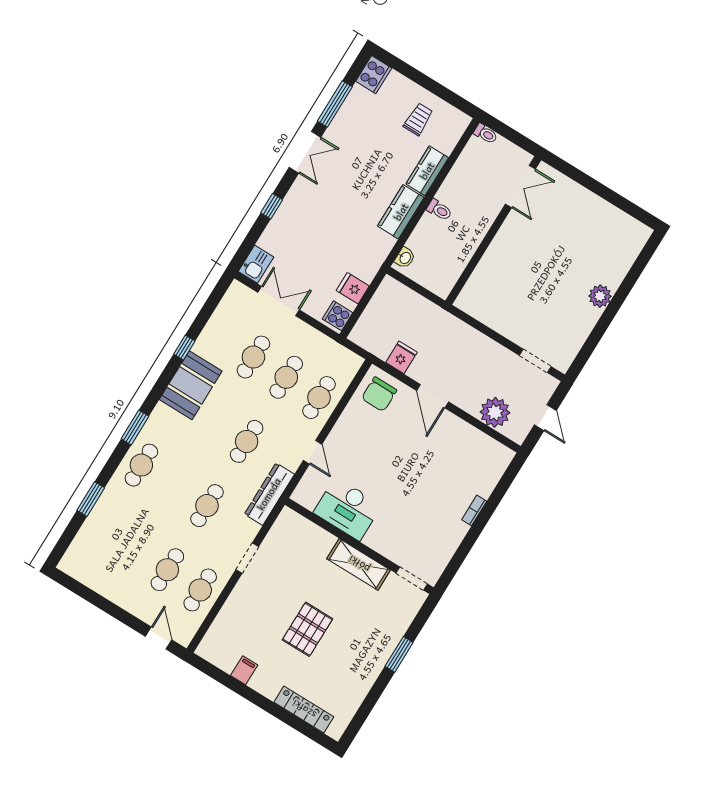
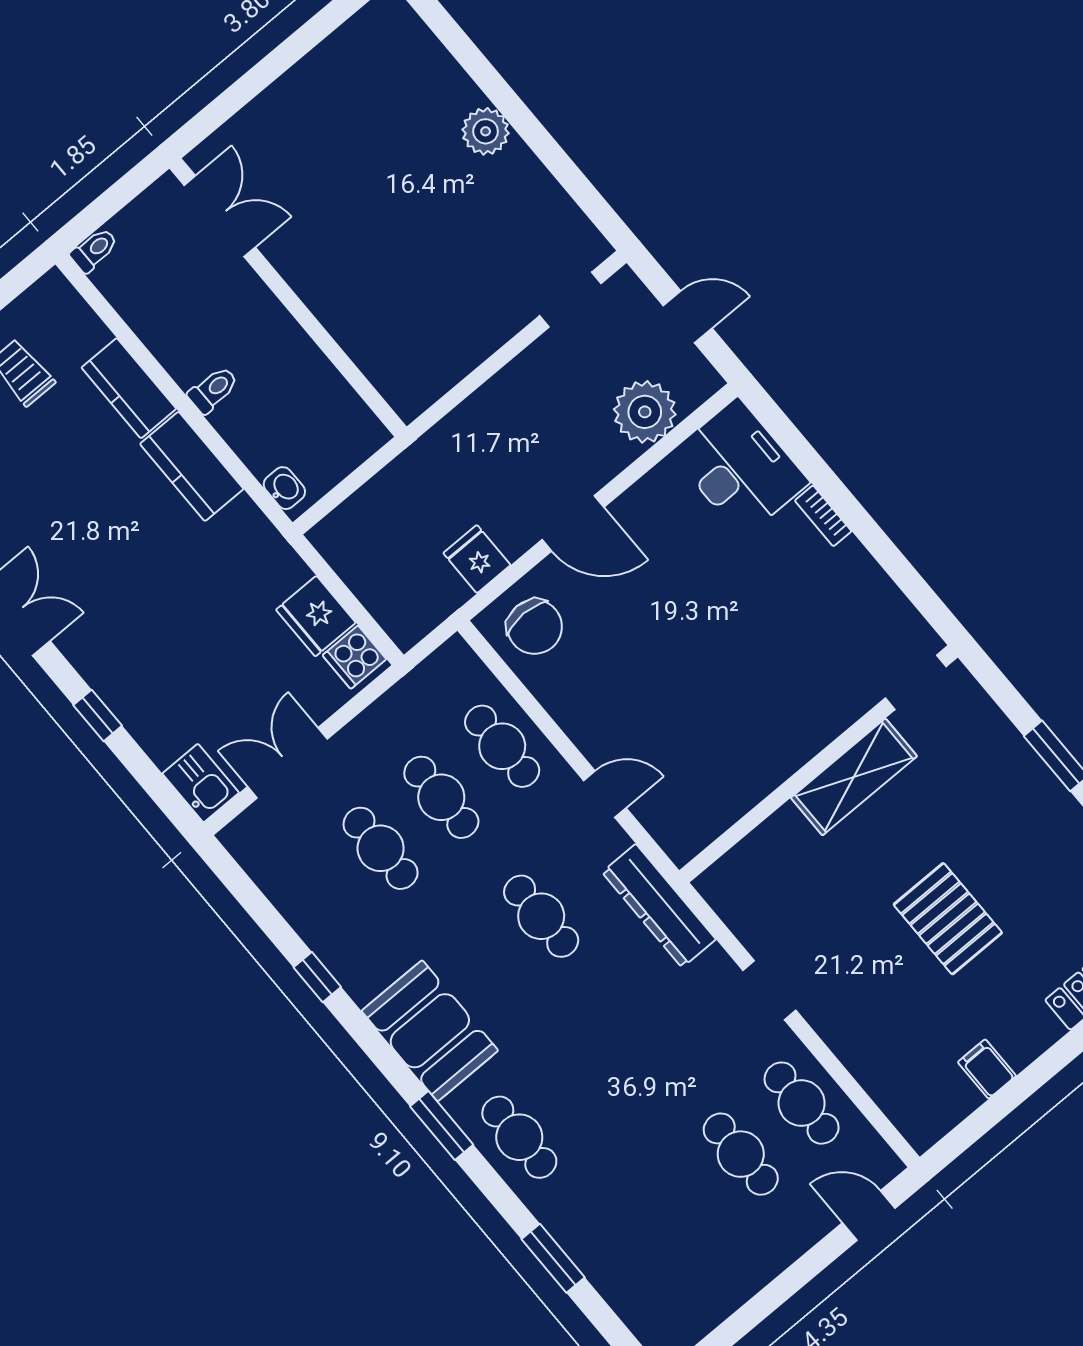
fridge: (353, 288) -> (316, 616), width x1.38
booth: (191, 385) -> (430, 1031), moved
cafe table: (207, 506) -> (641, 1035), removed
desk: (348, 509) -> (740, 468), moved, turned -90

